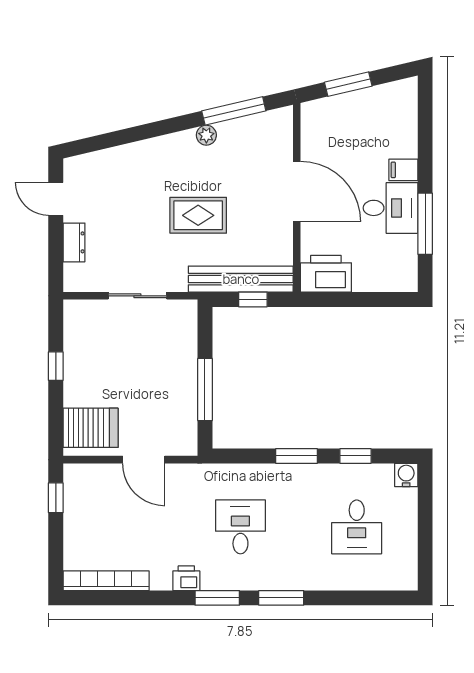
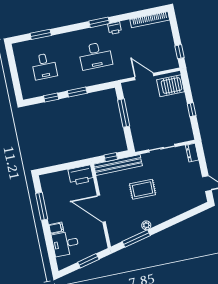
desk: (391, 208) -> (65, 244), moved
dresser: (74, 242) -> (192, 153), moved
water cooler: (406, 475) -> (27, 94), removed
desk: (240, 527) -> (95, 56), width x1.37
desk: (357, 527) -> (44, 66), turned 180
window: (281, 598) -> (41, 34), moved

